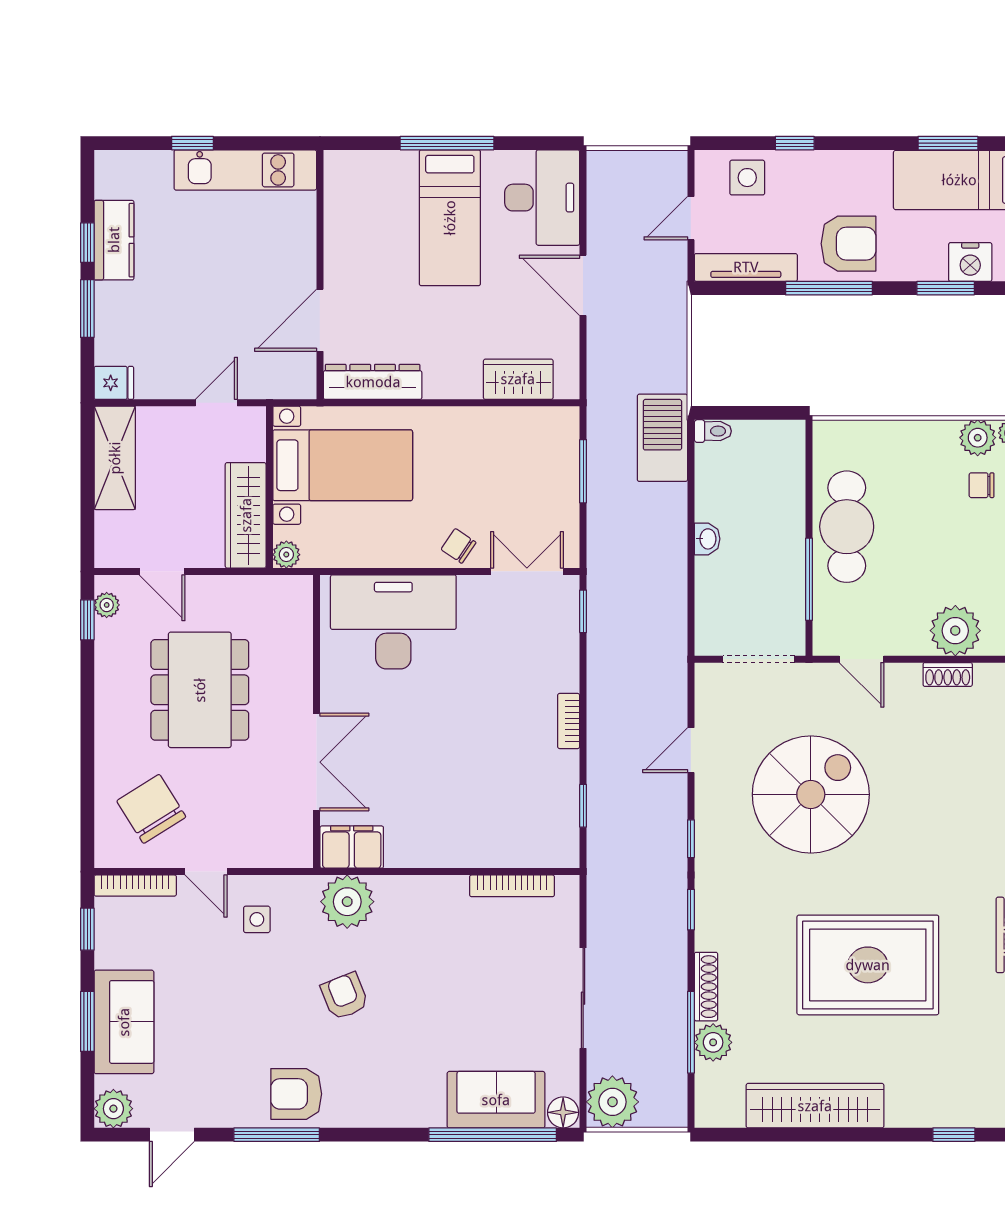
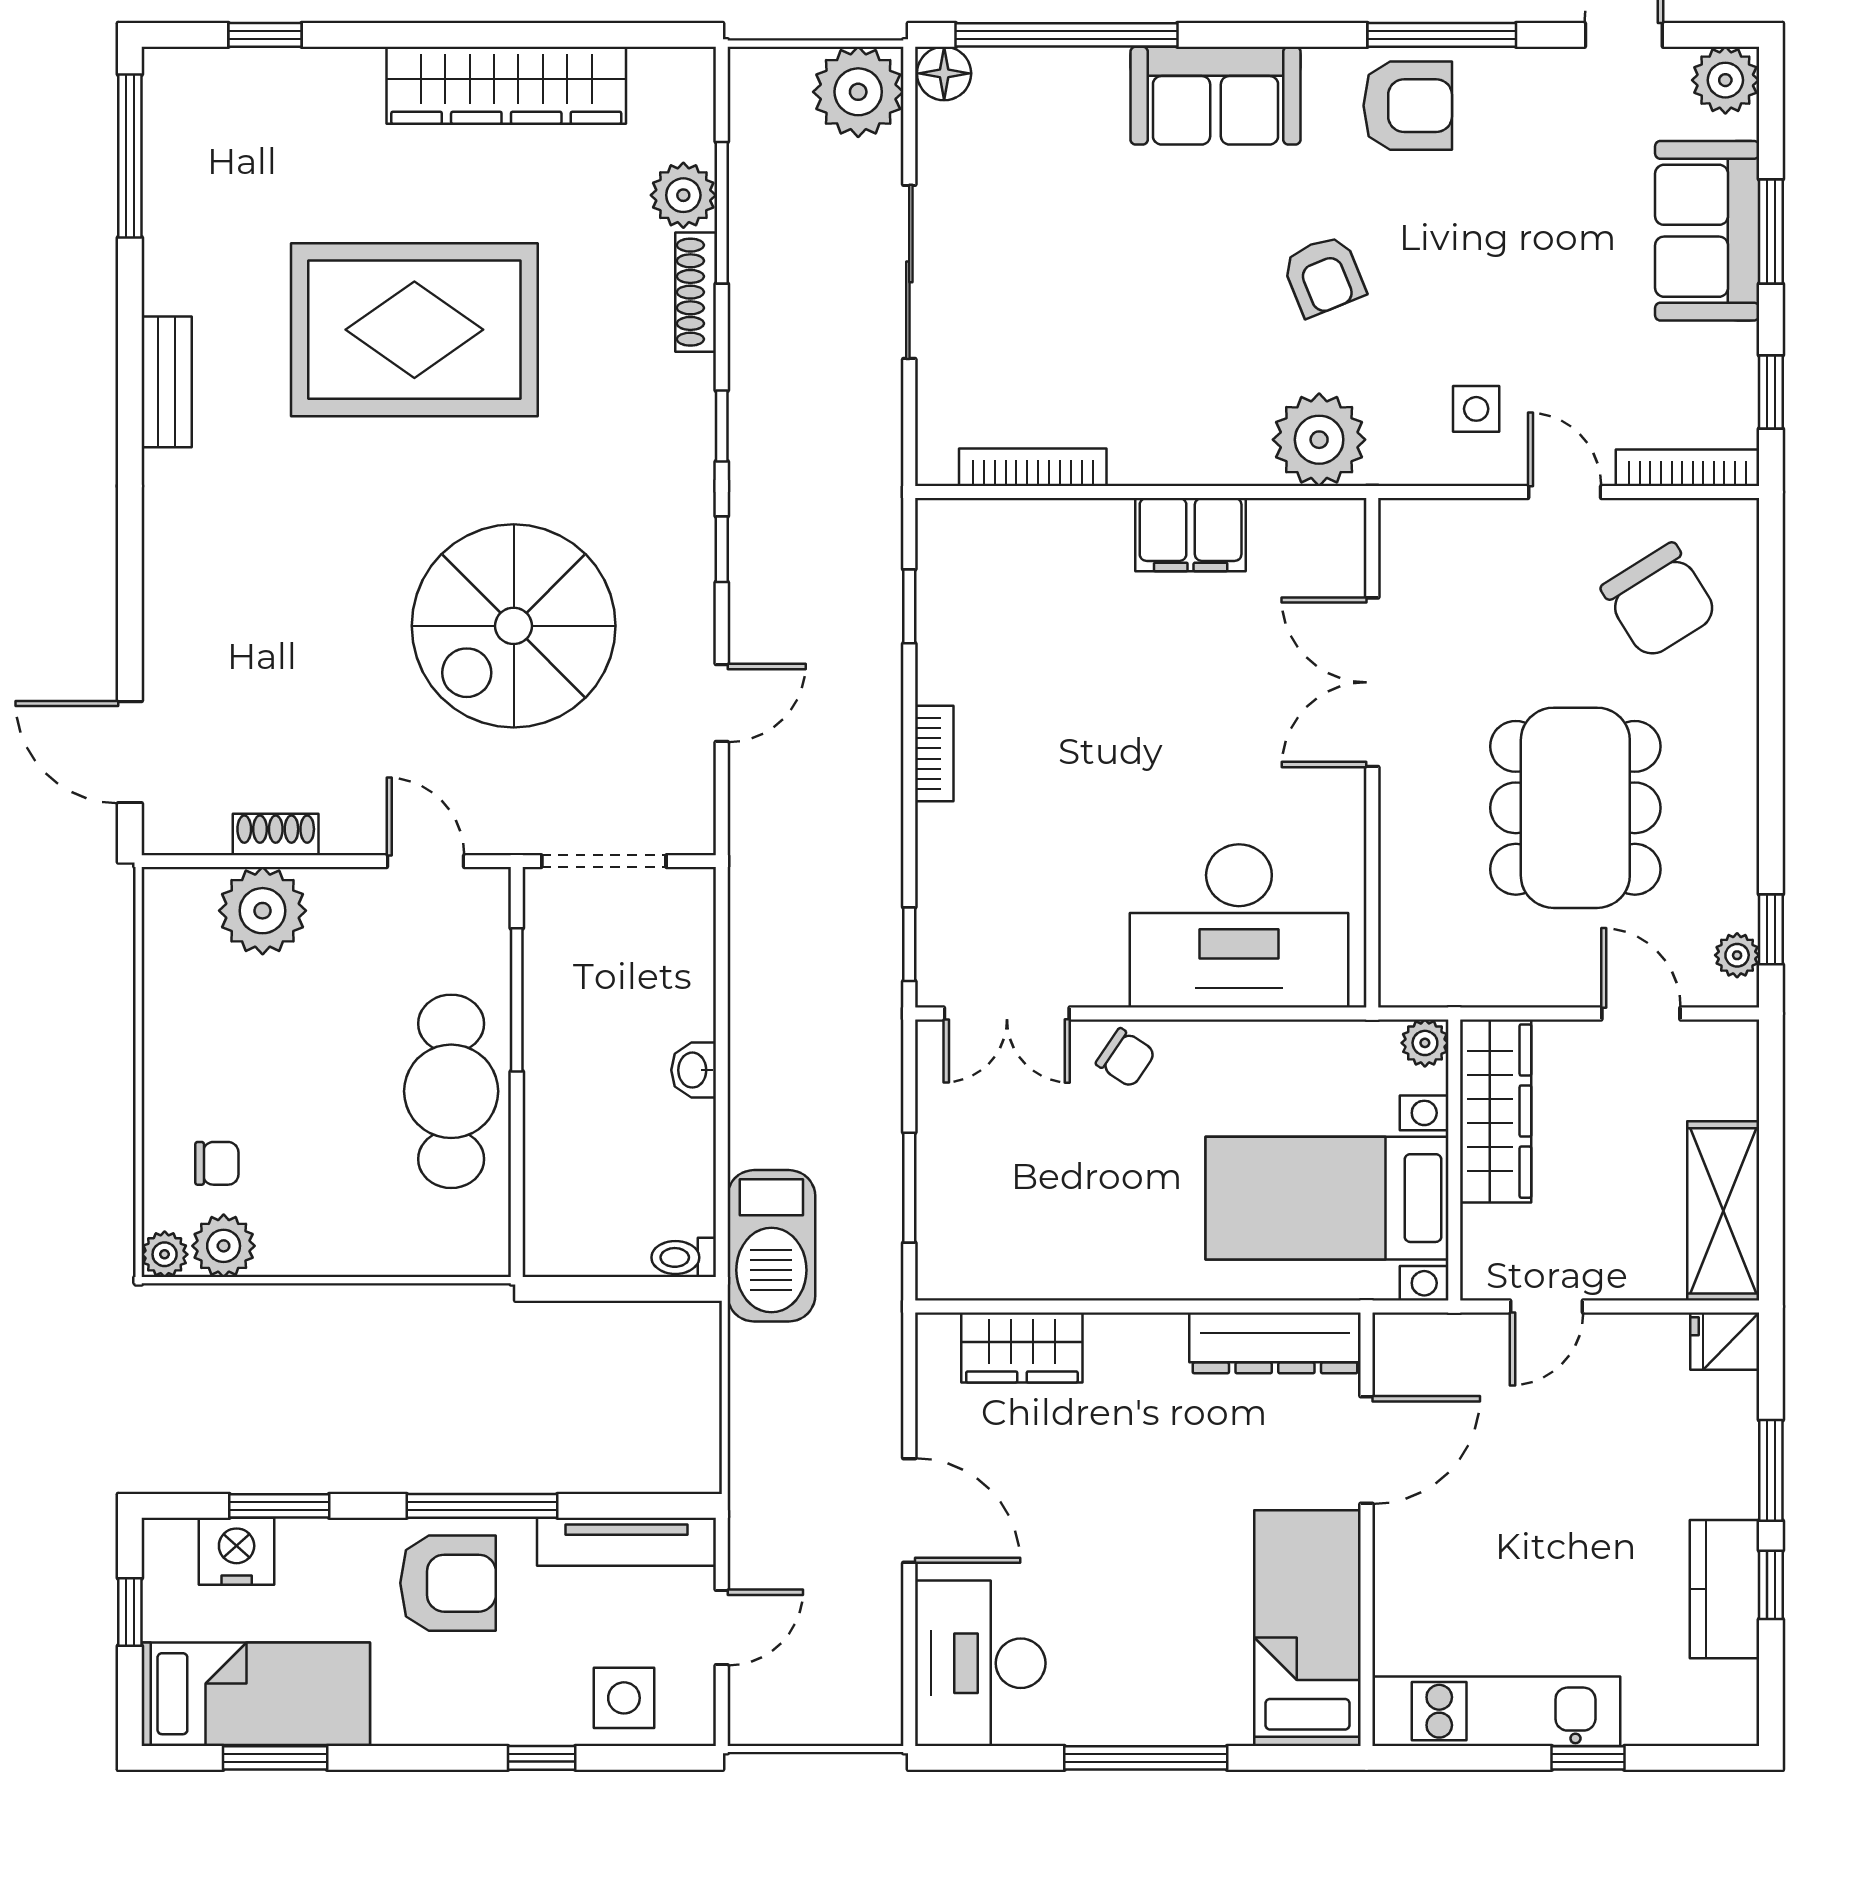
bed: (450, 218) -> (1307, 1628), moved
armchair: (848, 244) -> (448, 1583), turned 180
filing cabinet: (352, 847) -> (1191, 535), moved
sofa: (496, 1100) -> (1216, 96), moved

